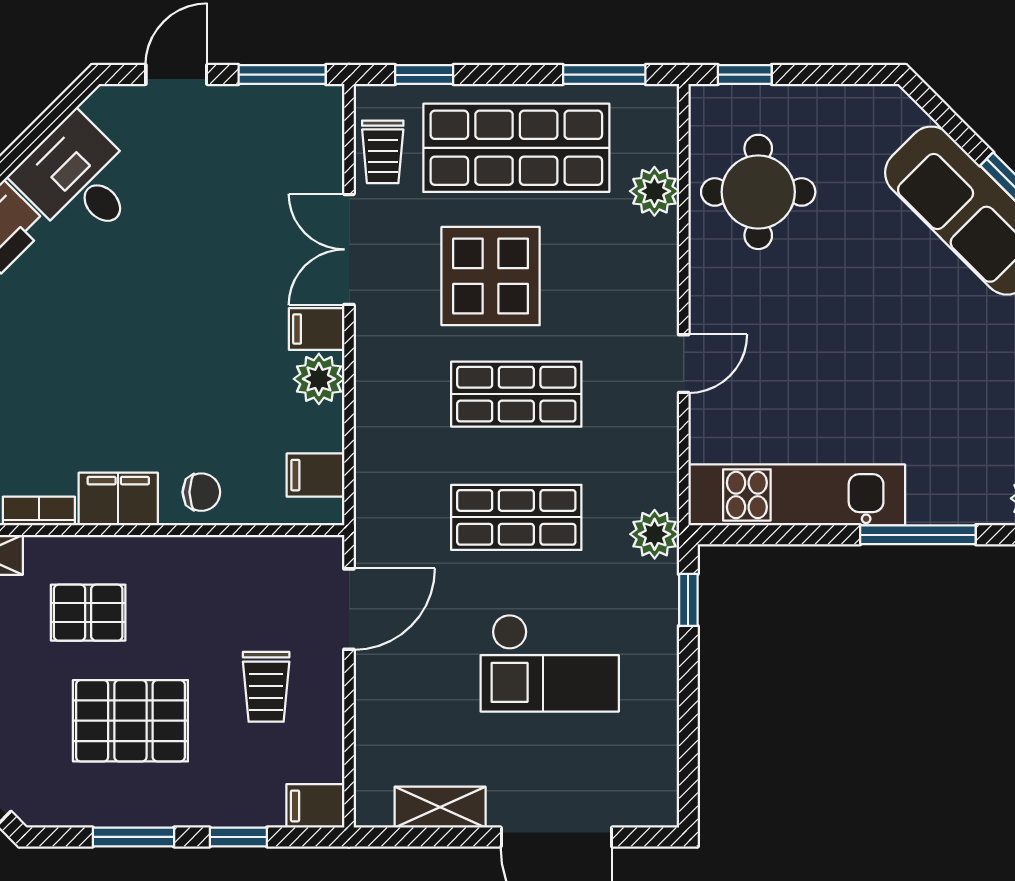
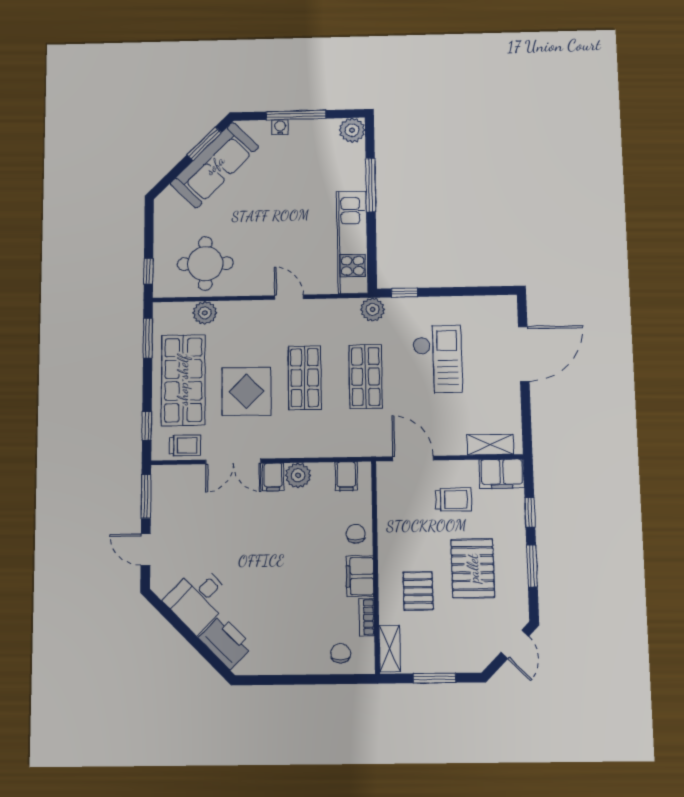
filing cabinet: (315, 806) -> (502, 474), width x2.00
shelving: (440, 807) -> (490, 445), moved, turned 90

